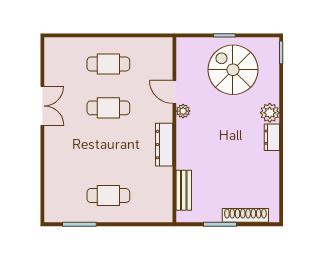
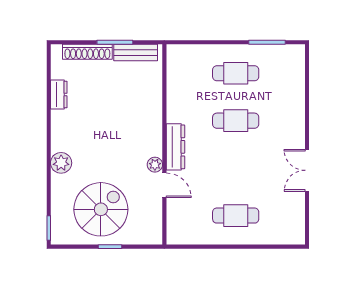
spiral stairs: (233, 70) -> (101, 209), turned -90
cafe table: (108, 108) -> (236, 121), moved
dresser: (272, 137) -> (59, 95), moved
dresser: (164, 145) -> (175, 147), moved
bench: (184, 190) -> (136, 52), moved, turned 90

